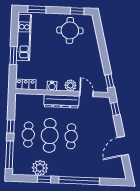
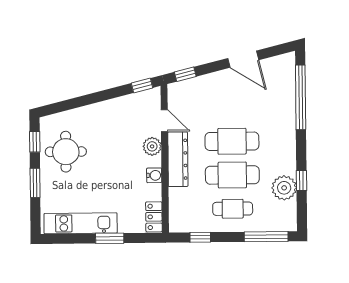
window: (37, 9) -> (35, 183), moved
door: (86, 94) -> (164, 121), swing flipped
window: (11, 127) -> (200, 237), moved
cafe table: (71, 136) -> (232, 141), width x1.37, depth x1.35
window: (79, 181) -> (301, 97), moved

